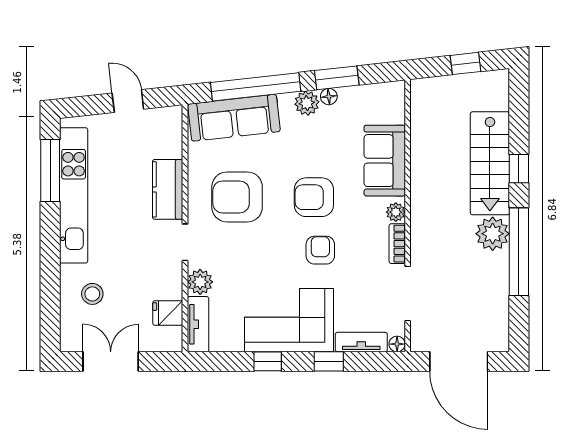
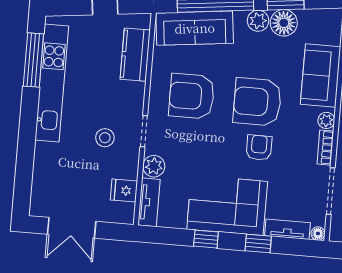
floor lamp: (329, 97) -> (284, 23), width x1.89, depth x1.89
kitchen counter: (168, 189) -> (135, 55), moved
armchair: (314, 197) -> (257, 102), width x1.36, depth x1.36
stool: (92, 294) -> (105, 138), moved
double door: (111, 361) -> (72, 228), swing flipped

